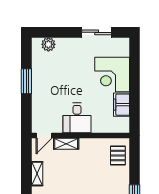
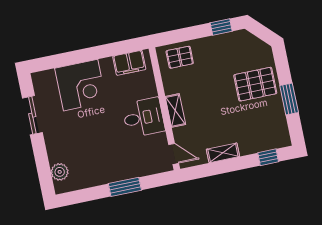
window: (26, 81) -> (125, 187), moved
filing cabinet: (122, 105) -> (129, 63), moved
shelving: (66, 144) -> (175, 110), moved

